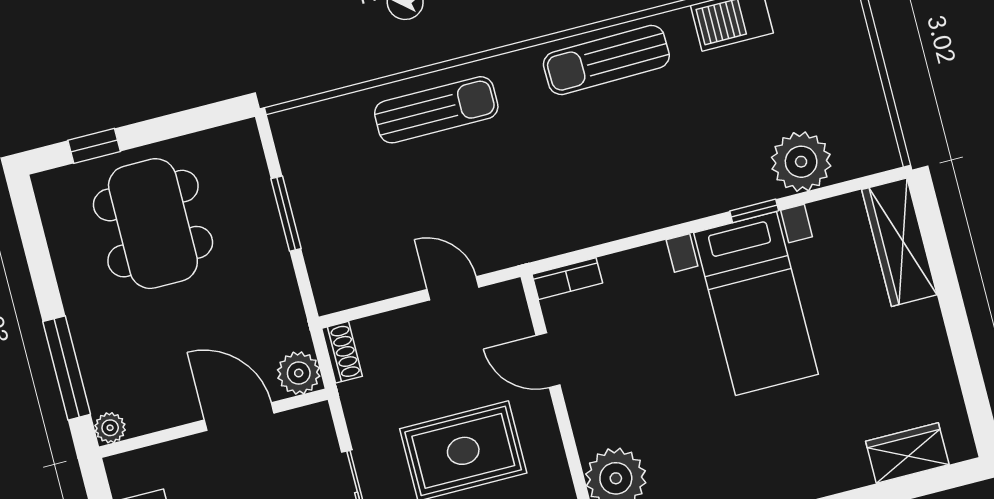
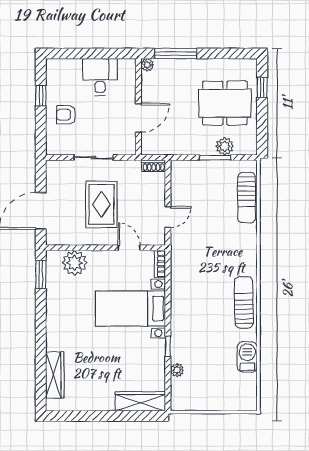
sun lounger: (436, 110) -> (247, 198), moved
plant: (801, 162) -> (177, 370), width x0.53, depth x0.53
bed with nightstands: (756, 304) -> (130, 309), moved
door: (548, 360) -> (129, 248), hinge flipped
plant: (299, 373) -> (225, 146), moved
wardrobe: (907, 453) -> (55, 375), width x1.50

